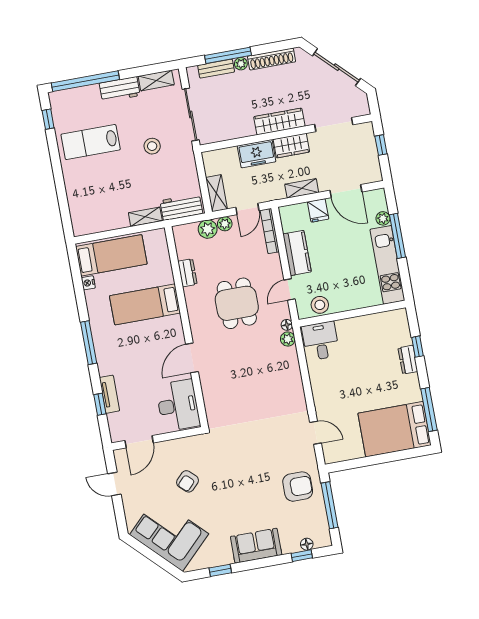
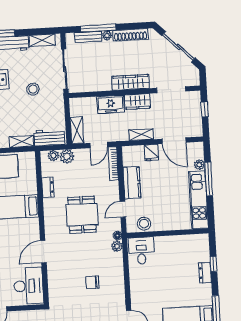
plant: (225, 224) -> (53, 156), moved
chair: (261, 390) -> (92, 282), added

